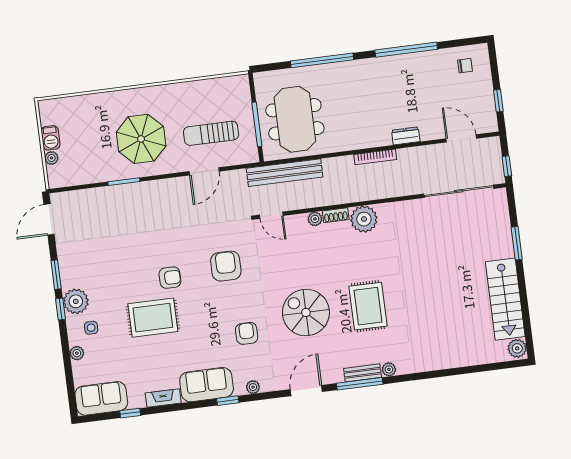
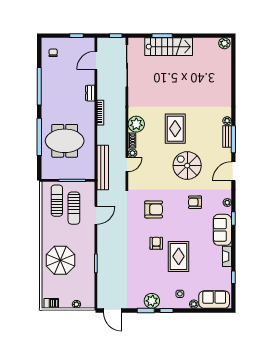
sun lounger: (220, 103) -> (57, 201), added
meeting table: (295, 119) -> (65, 141), moved
barbecue: (51, 138) -> (51, 303), moved
parasol: (141, 139) -> (60, 260), moved
door: (204, 171) -> (96, 215), hinge flipped
door: (271, 215) -> (127, 164), moved
armchair: (226, 266) -> (154, 209), turned 180
stairs: (505, 299) -> (169, 47), moved
plant: (76, 301) -> (152, 301), moved
rug: (368, 306) -> (175, 129), moved, turned 90
spiral stairs: (306, 313) -> (187, 166), turned 90
door: (306, 391) -> (233, 171), hinge flipped
sofa: (101, 398) -> (214, 300), moved, turned 90

